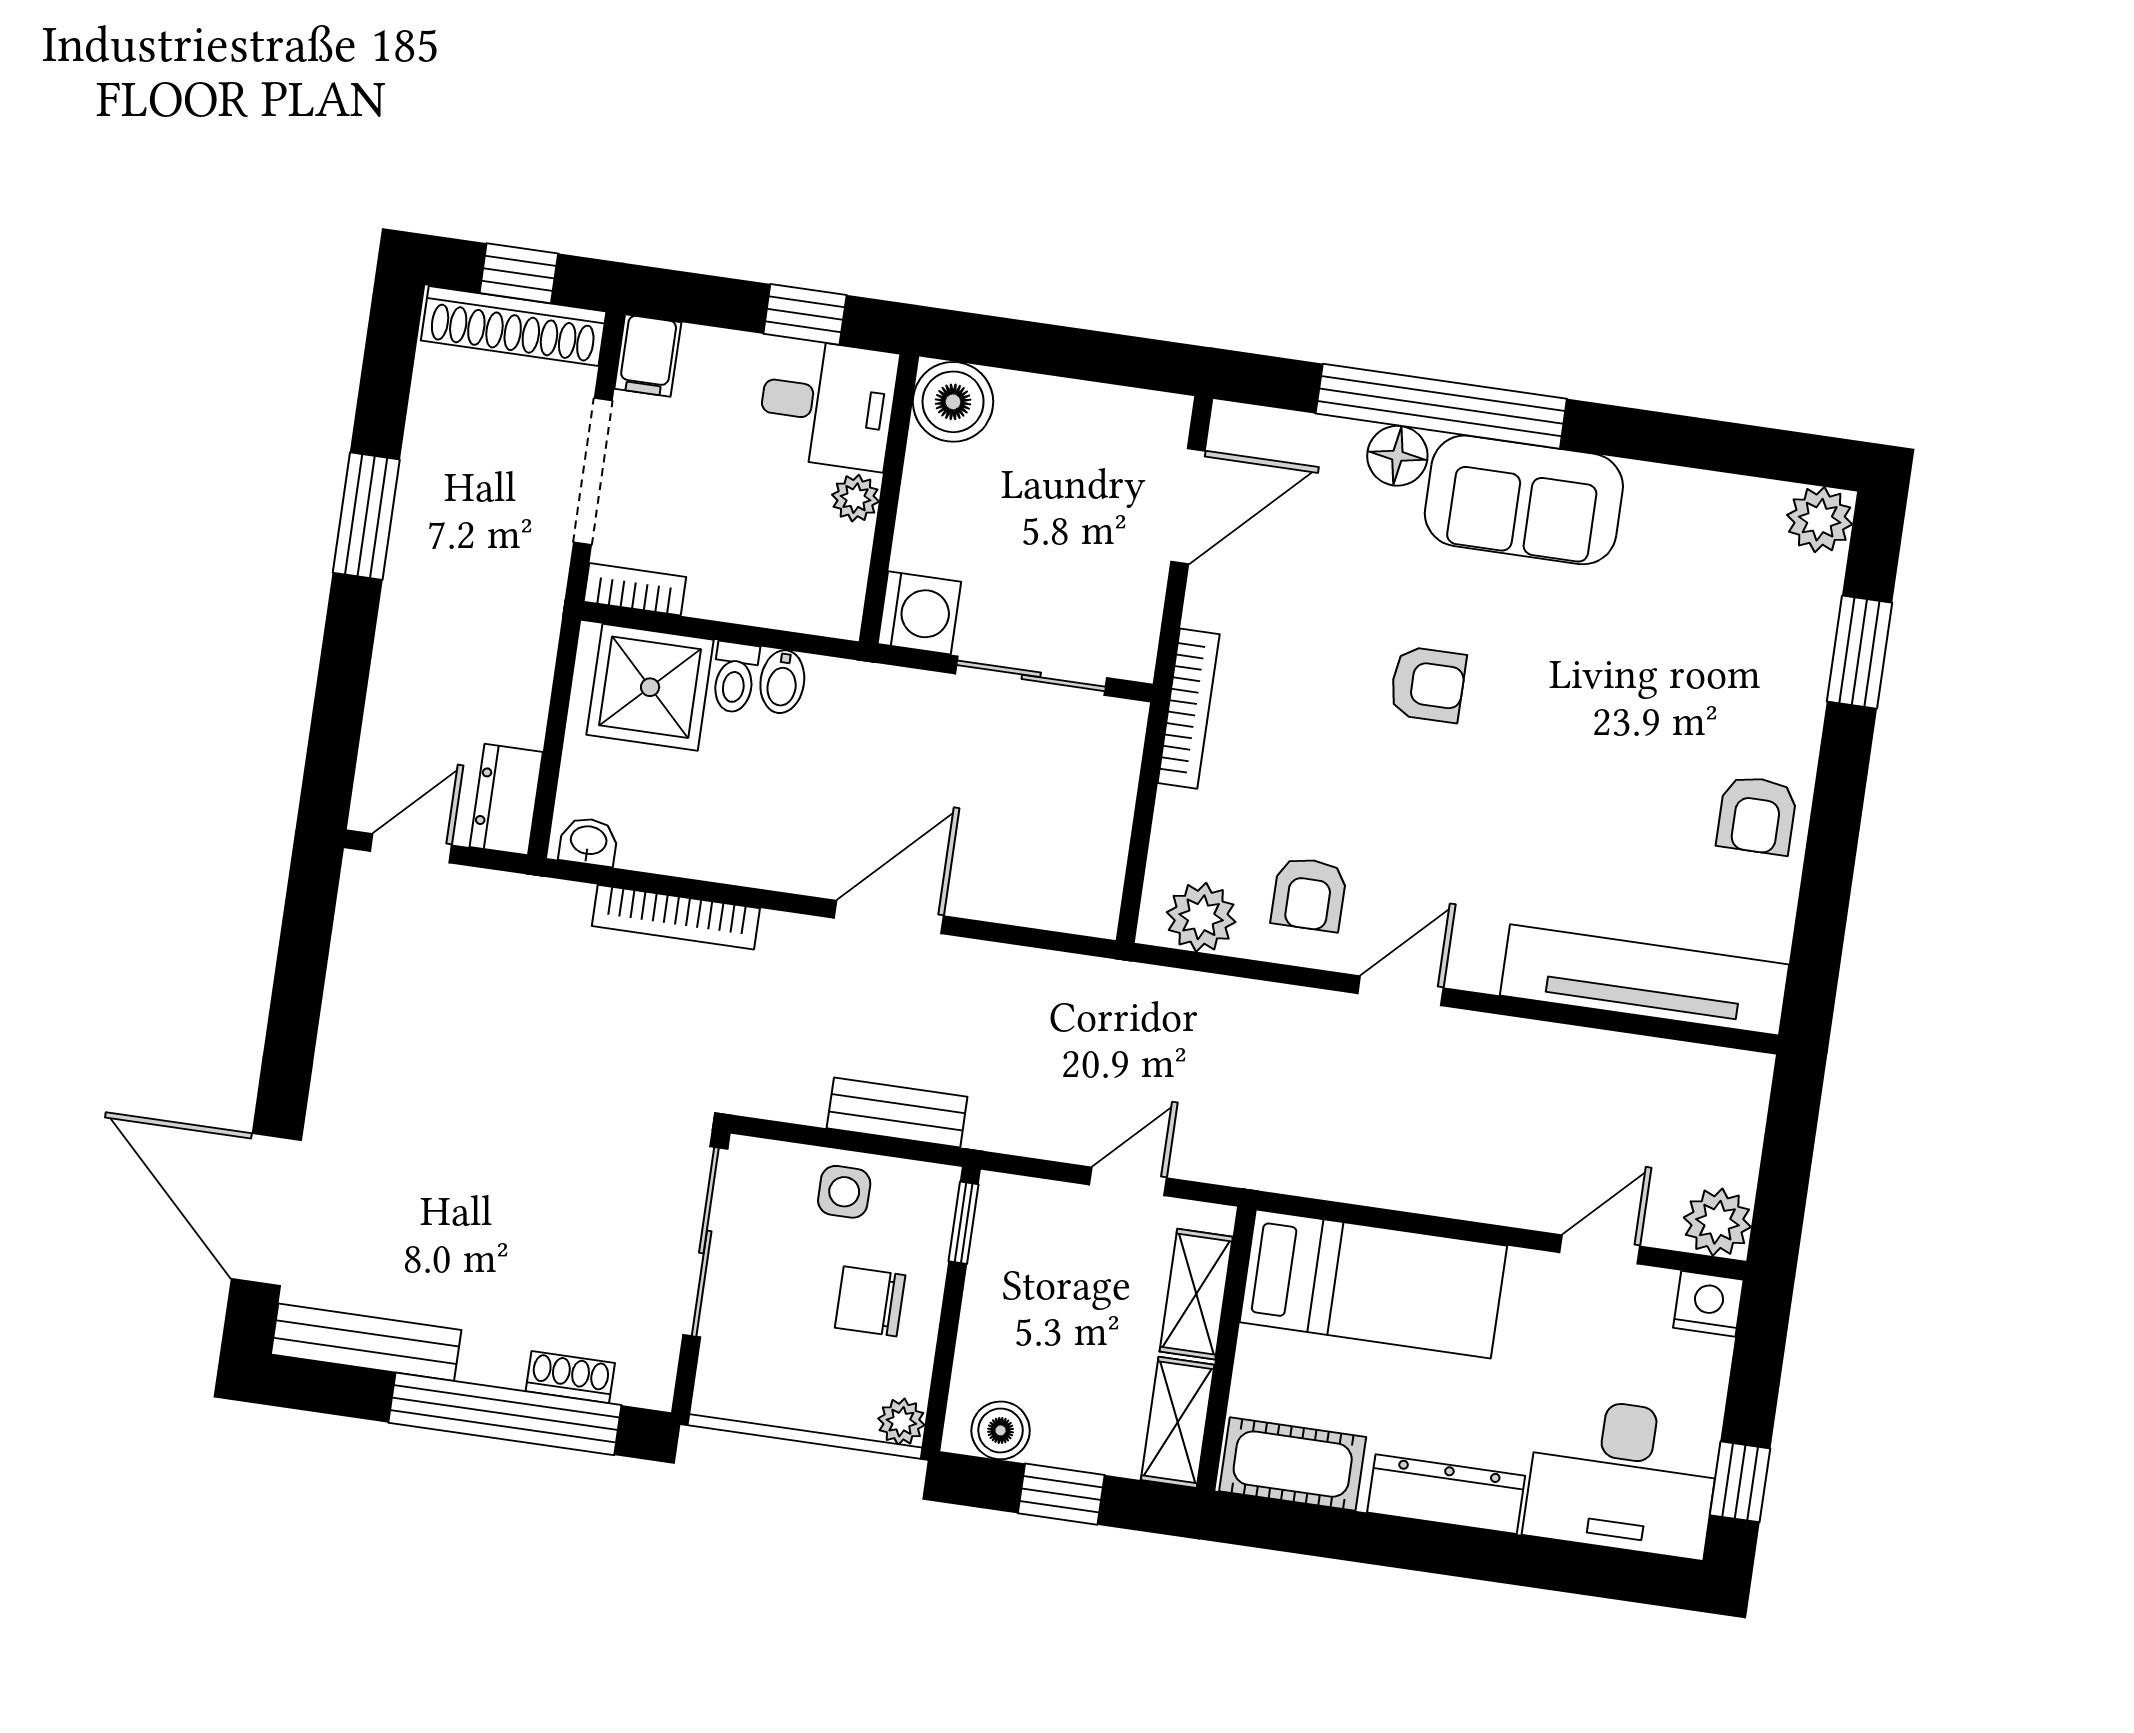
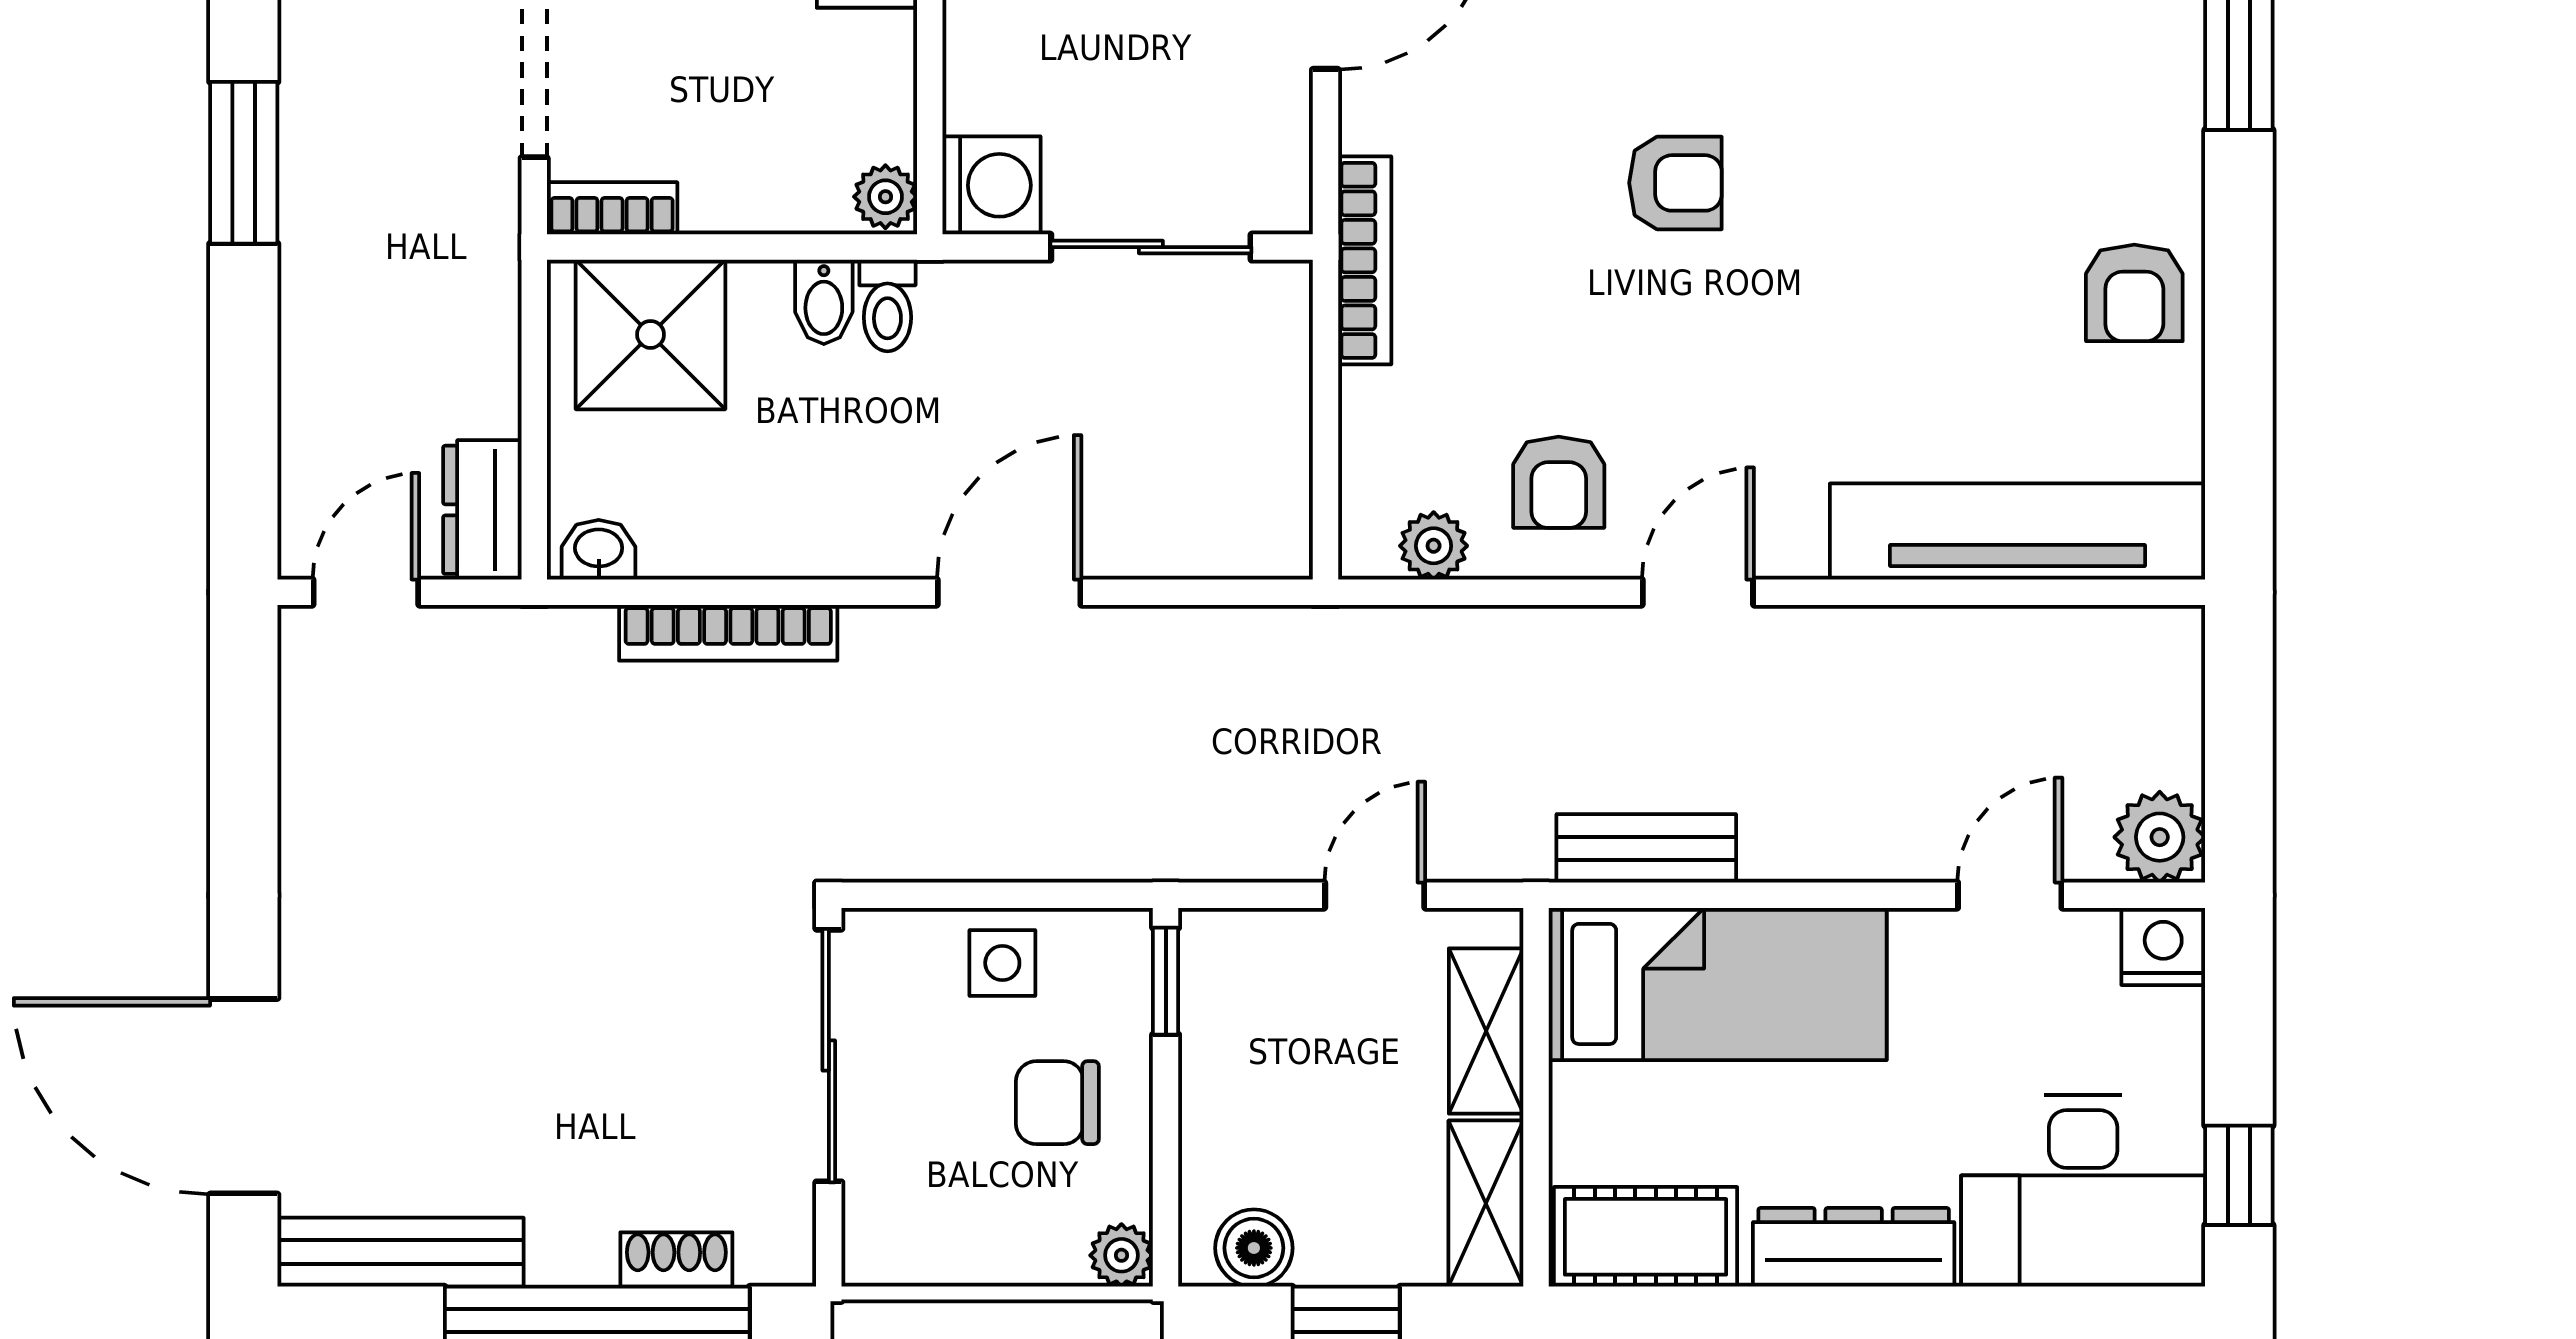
plant: (855, 498) -> (885, 197), moved
toilet: (735, 677) -> (887, 305), moved
plant: (1201, 917) -> (1434, 546), width x0.73, depth x0.73
bench: (897, 1112) -> (1646, 848), moved

